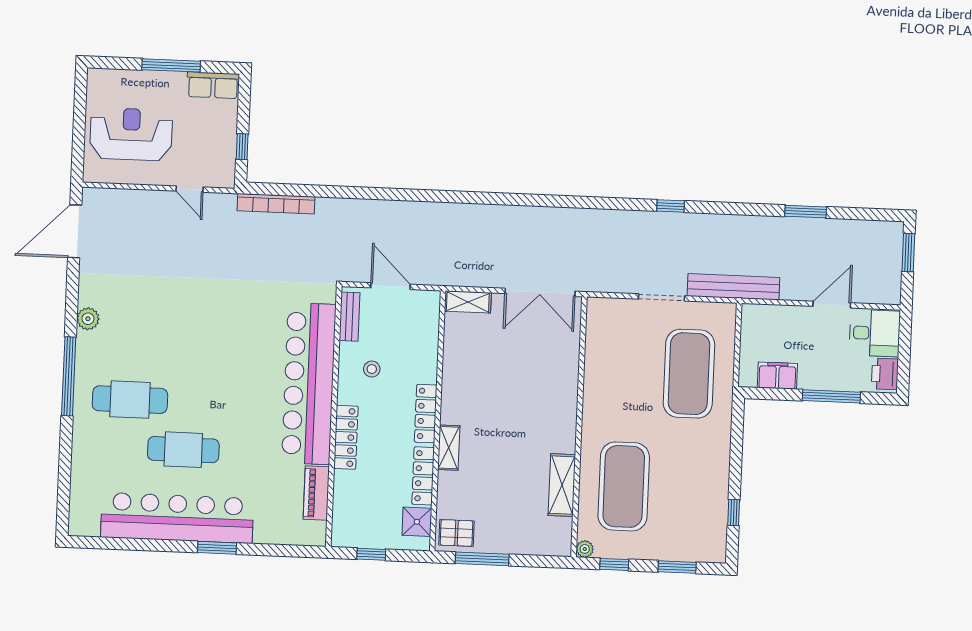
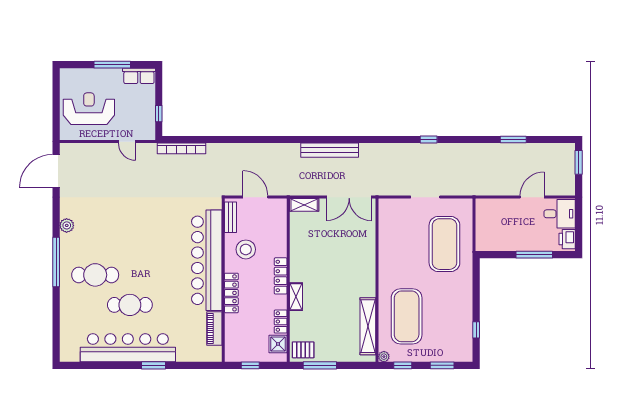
bench: (733, 287) -> (330, 150), moved
stool: (372, 369) -> (246, 249), width x1.89, depth x1.89
filing cabinet: (777, 376) -> (500, 243), removed
locker: (423, 476) -> (281, 322), width x0.66
shelving: (562, 485) -> (368, 326), width x1.47

